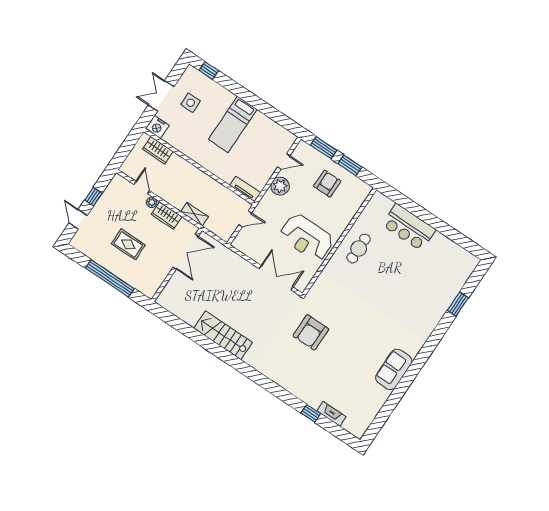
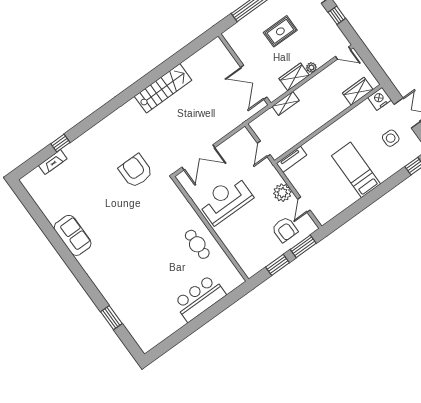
armchair: (327, 184) -> (285, 230), moved
door: (142, 188) -> (343, 53), moved

